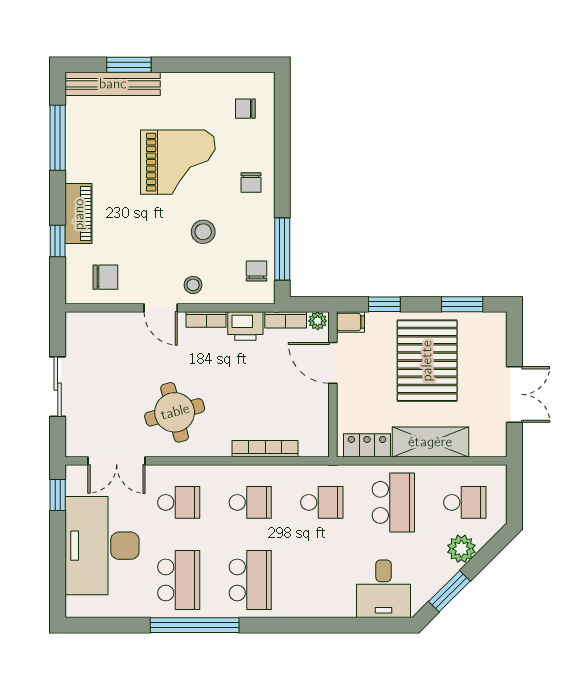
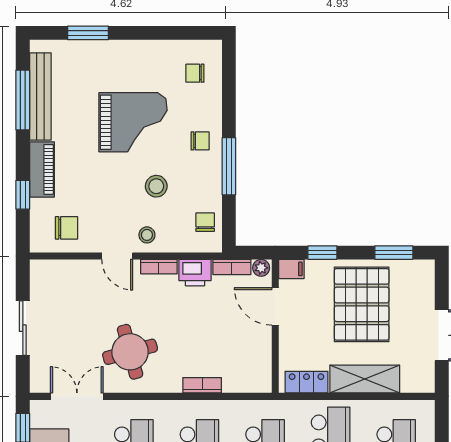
bench: (113, 84) -> (40, 96), moved, turned 90
chair: (251, 182) -> (200, 141), turned -90
window: (282, 249) -> (229, 166), moved
bookcase: (265, 449) -> (202, 385), width x0.64
double door: (117, 461) -> (77, 396), swing flipped

